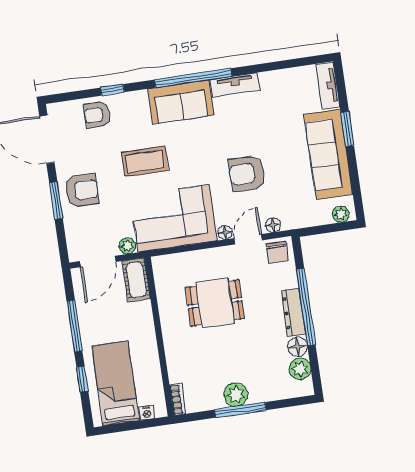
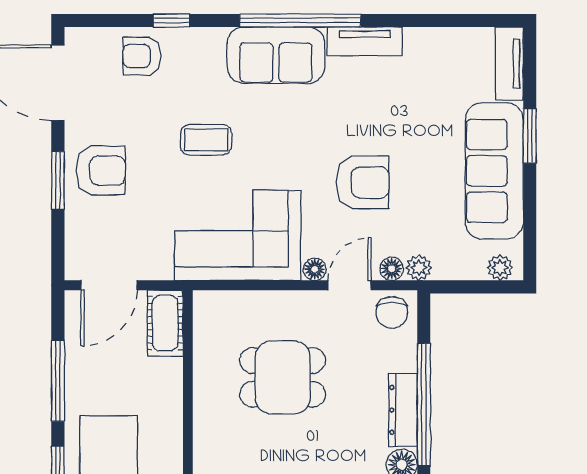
coffee table: (145, 161) -> (206, 140), width x0.73, depth x0.77
armchair: (247, 174) -> (363, 182), turned 180
plant: (127, 246) -> (419, 268), moved

